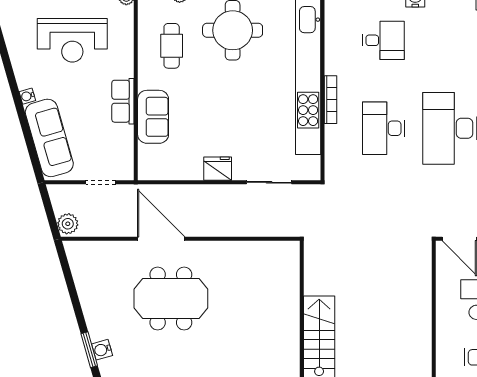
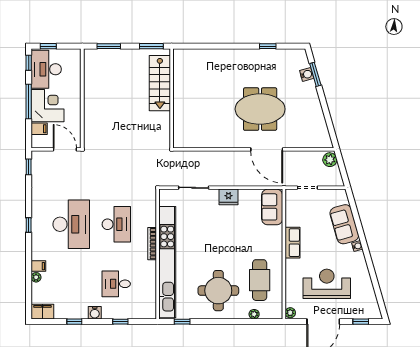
cafe table: (172, 46) -> (260, 280), width x1.37, depth x1.35
sofa: (153, 117) -> (272, 207), moved
sofa: (49, 138) -> (344, 224), width x0.73

